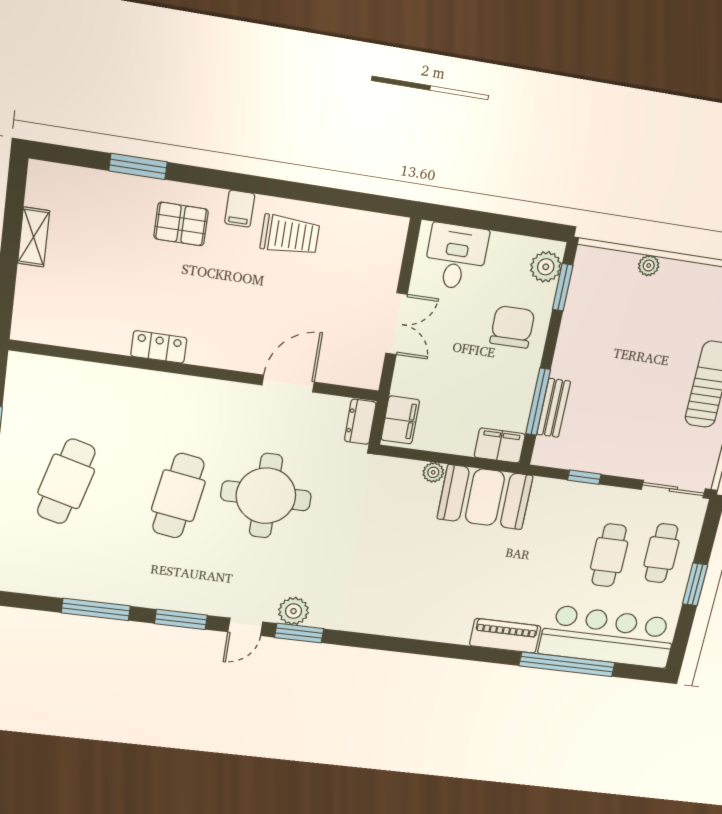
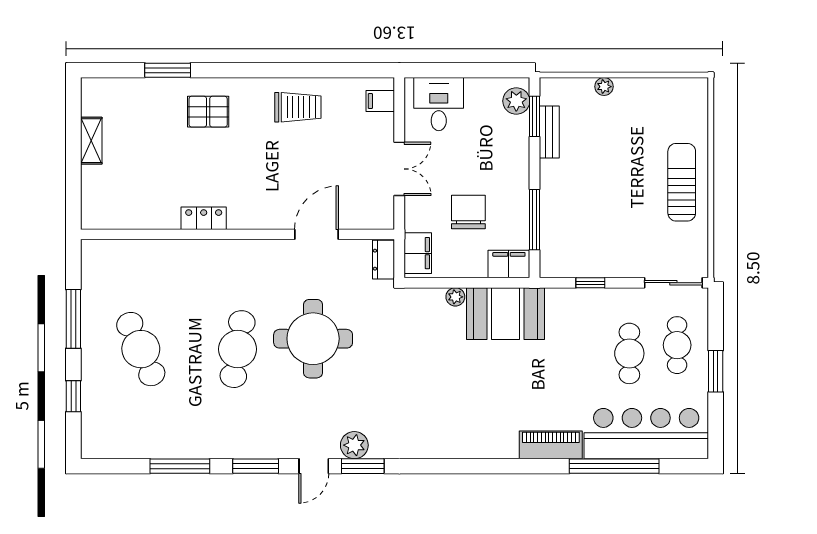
filing cabinet: (240, 209) -> (380, 101), moved, turned 90
chair: (512, 327) -> (468, 212), moved
bench: (554, 408) -> (549, 132), moved
cafe table: (66, 482) -> (141, 349), turned -39

